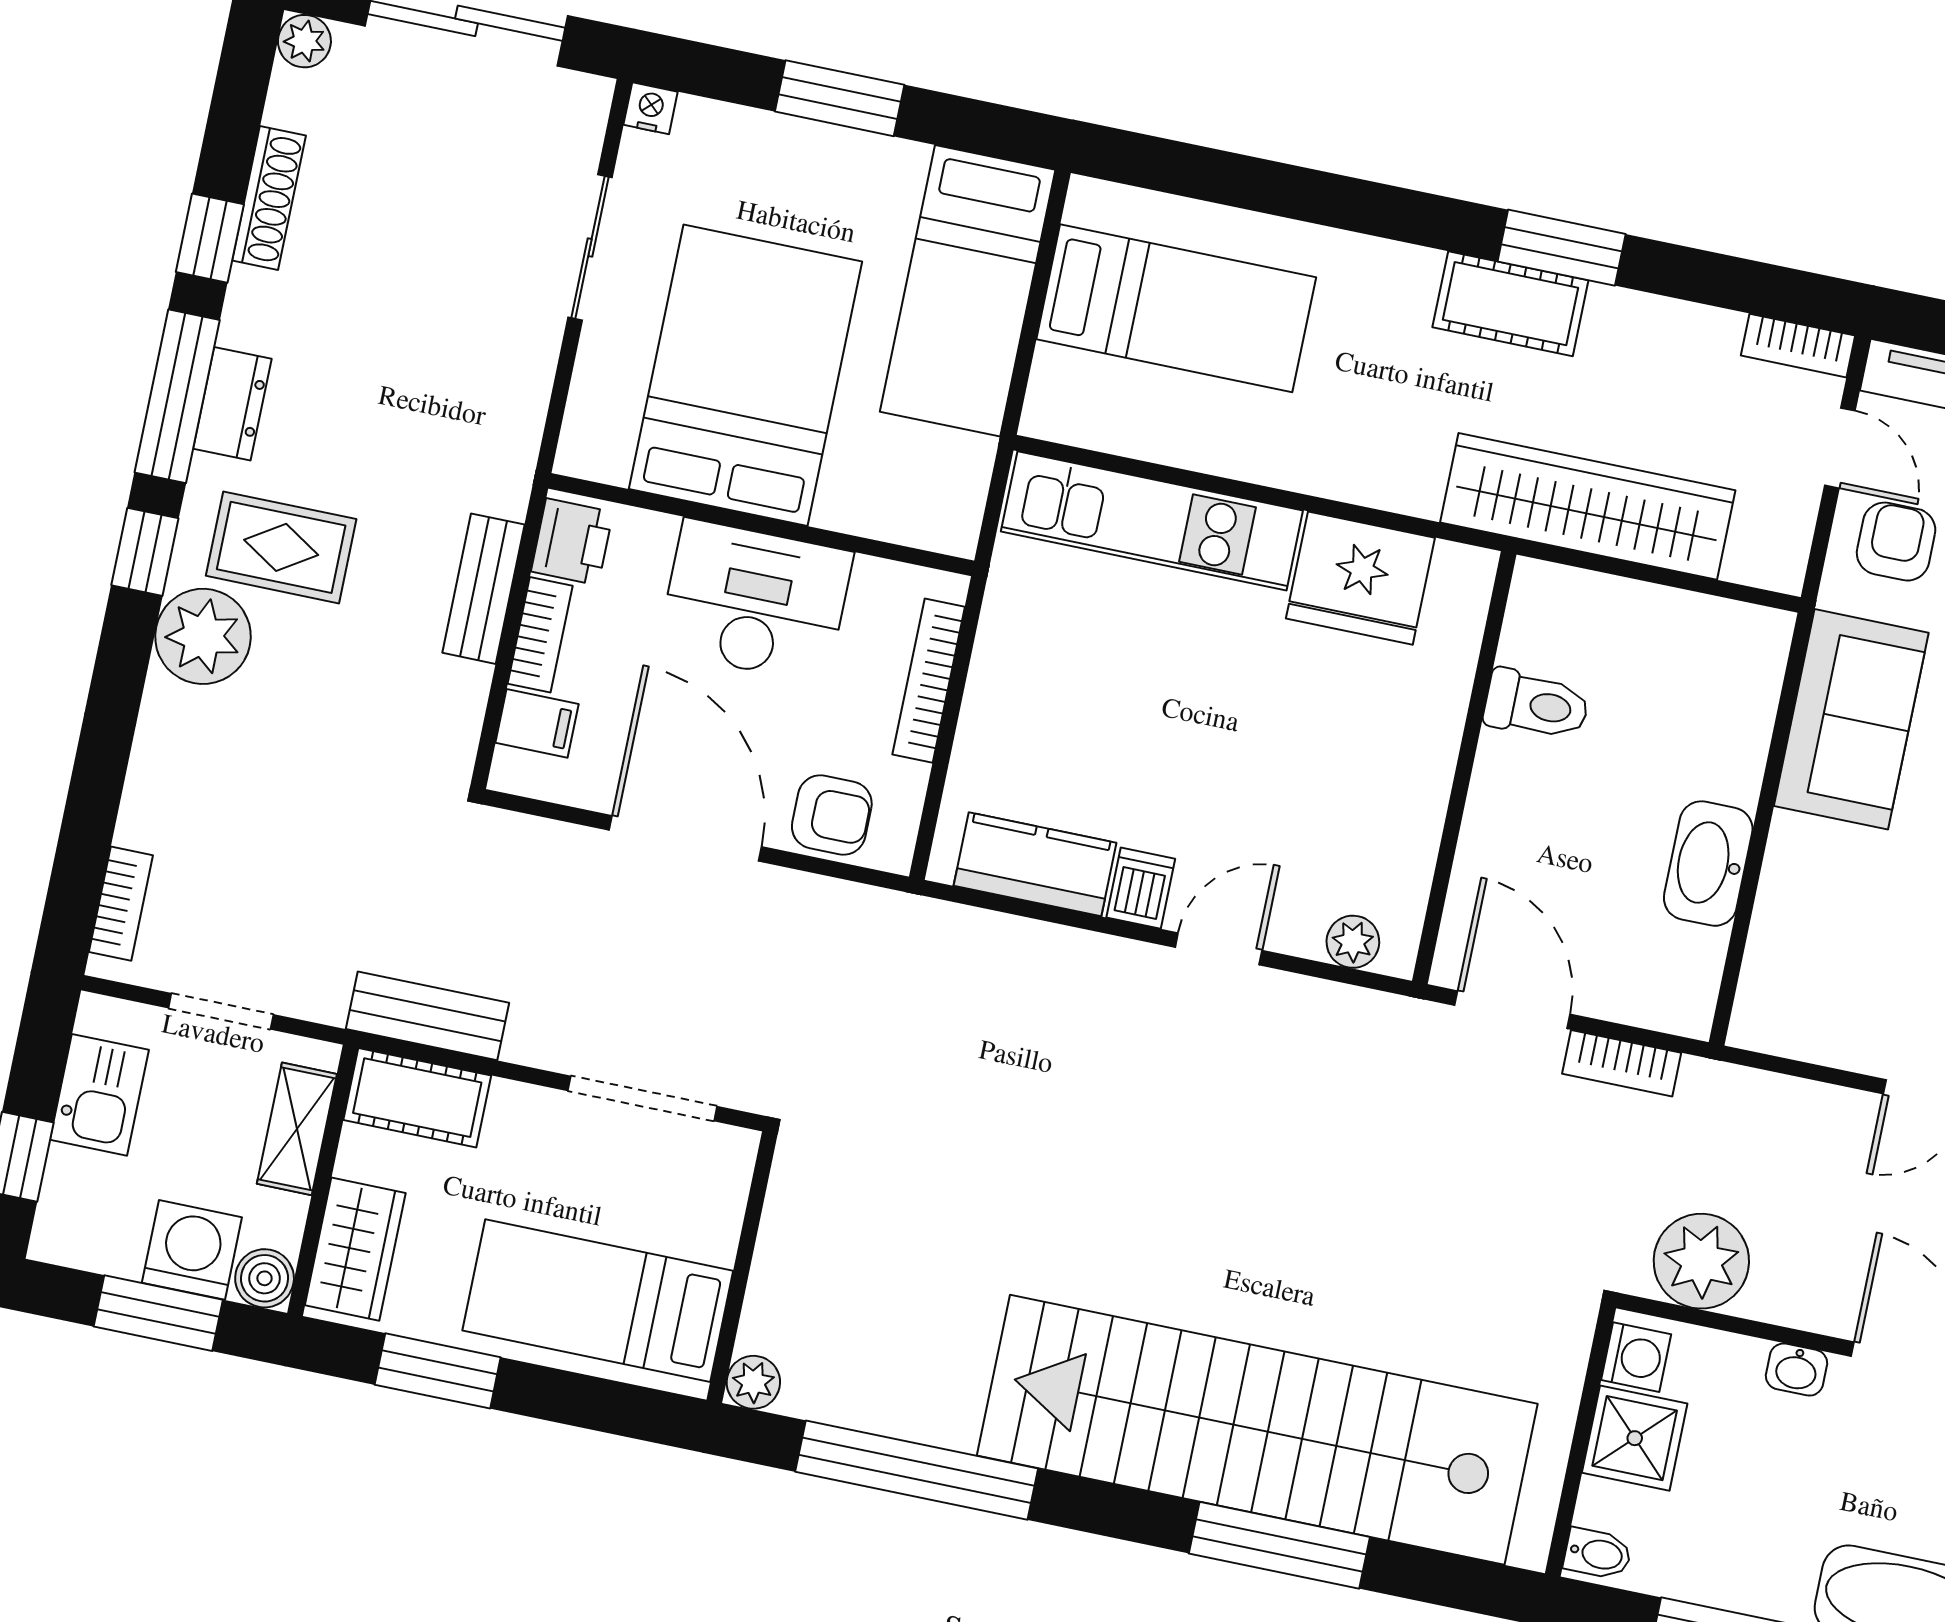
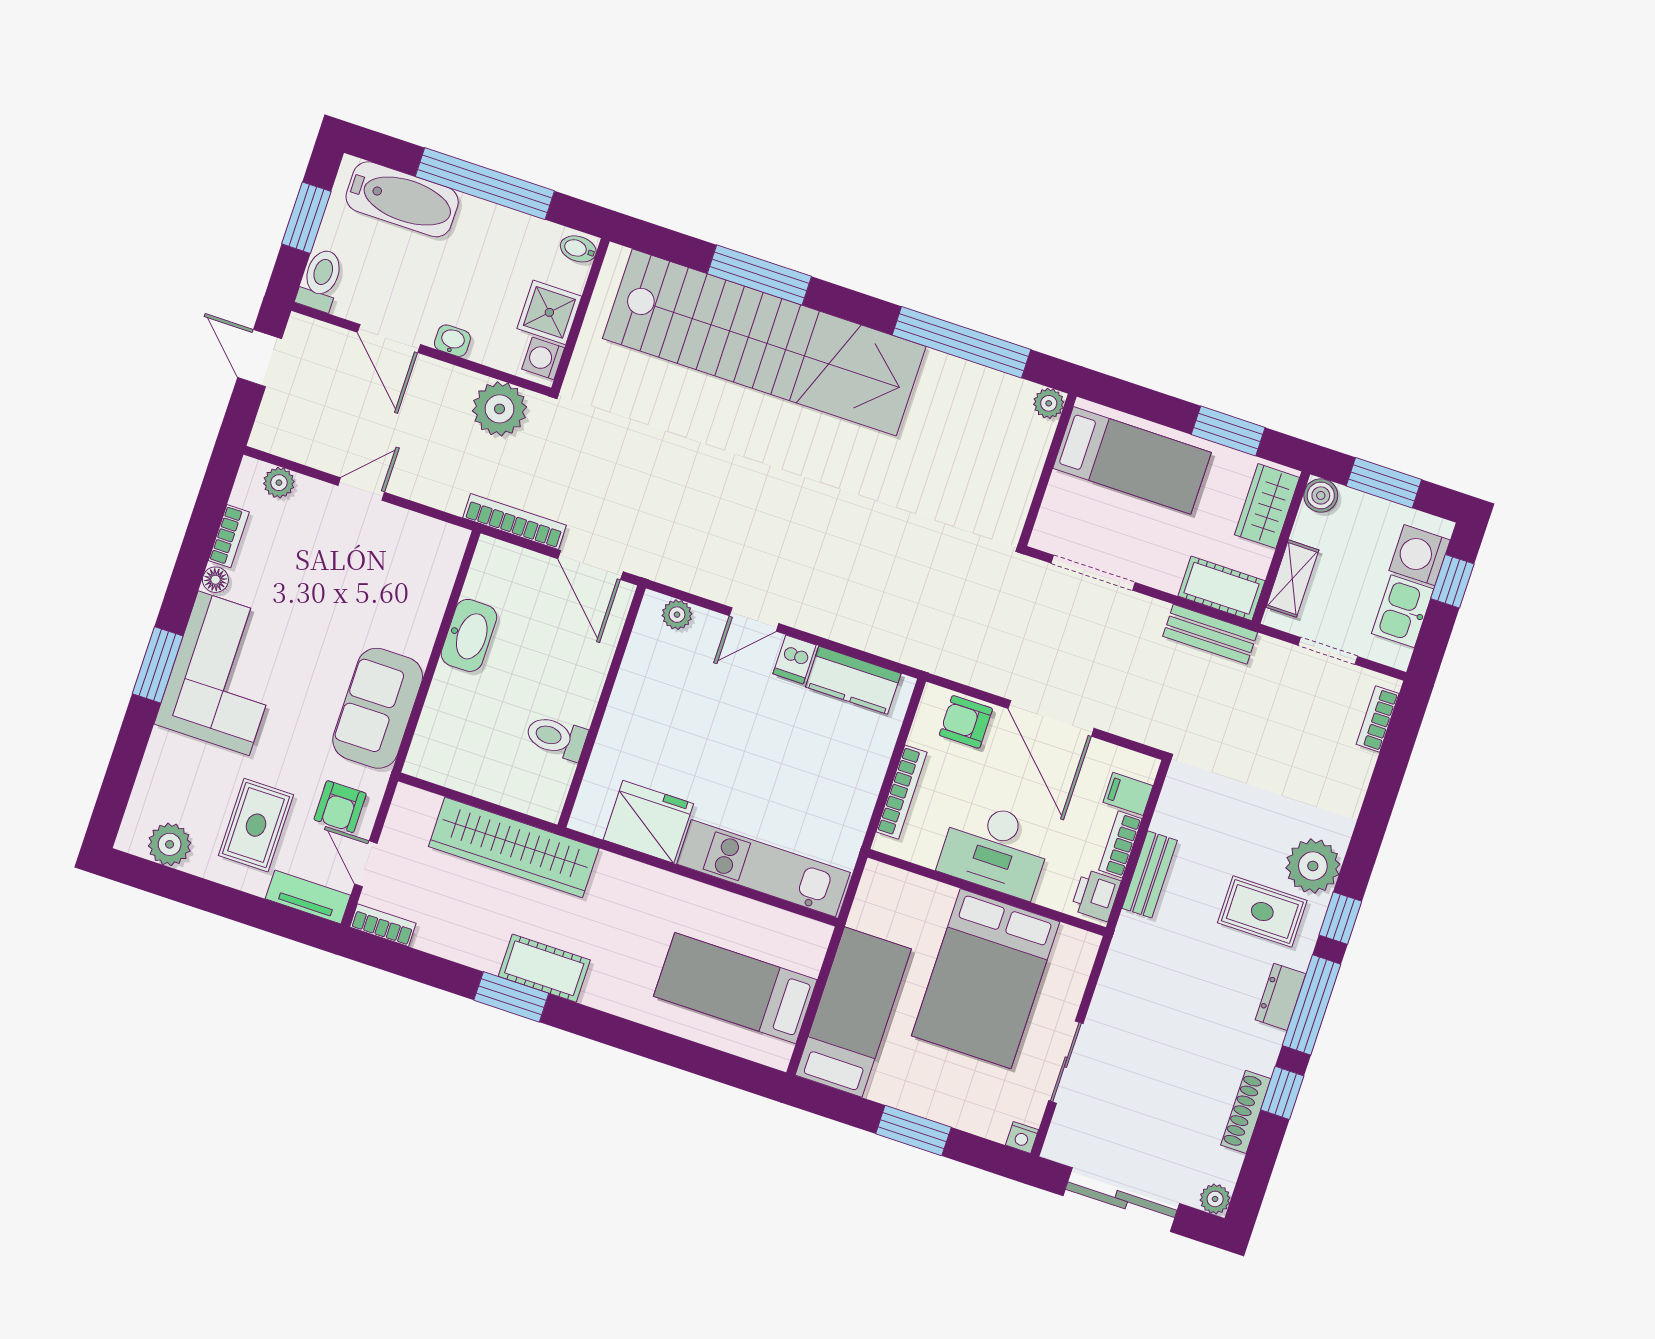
bookcase: (1622, 1063) -> (515, 521), width x1.56
washing machine: (192, 1250) -> (1420, 555), moved, turned 90

